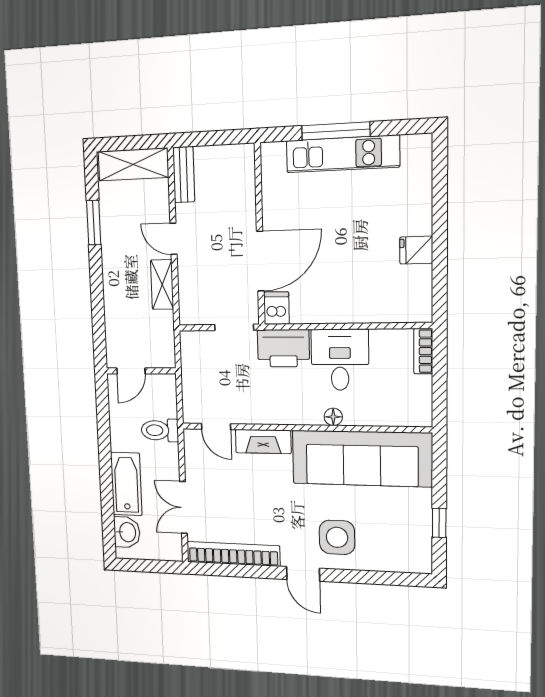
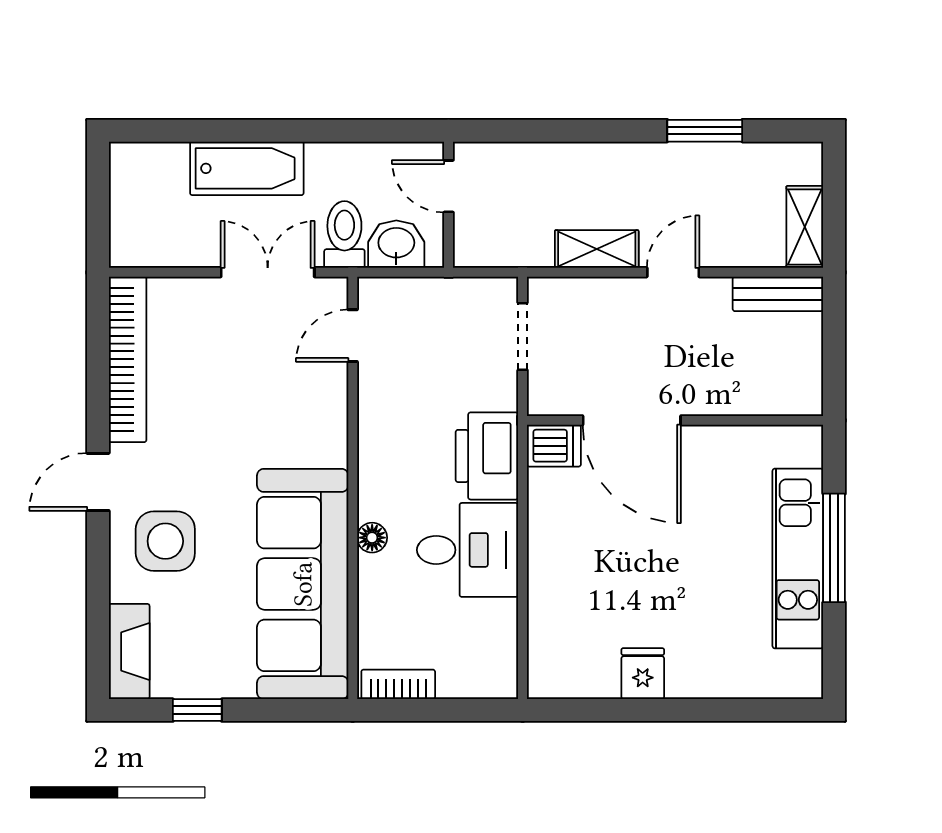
shelving: (133, 164) -> (805, 227), width x0.67, depth x0.75
doorway: (234, 327) -> (523, 336), moved
bookcase: (423, 351) -> (398, 684), moved
fireplace: (263, 442) -> (129, 651), moved, turned 180
double door: (183, 507) -> (268, 272), moved
washbasin: (127, 532) -> (396, 244), moved, turned 180

